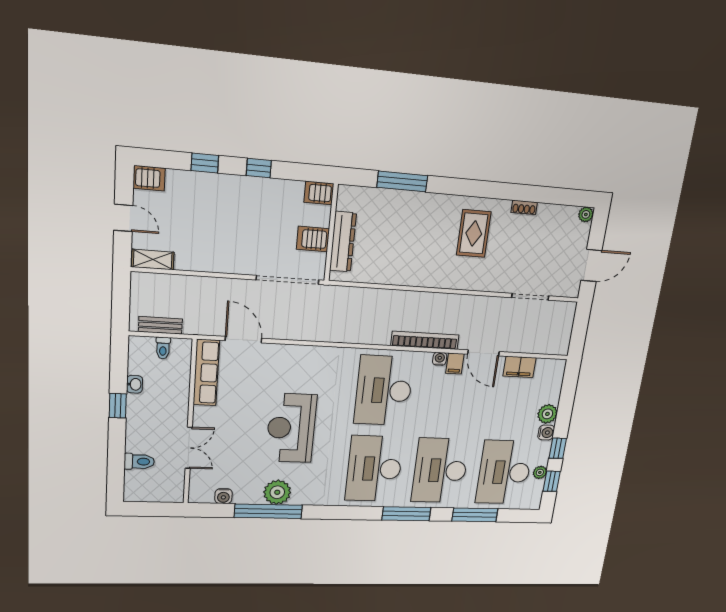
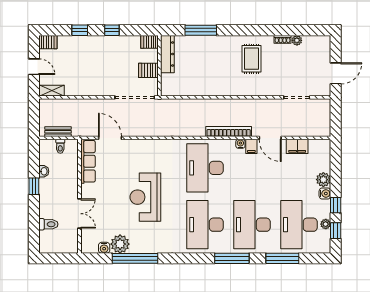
plant: (586, 214) -> (297, 40), moved
dresser: (343, 242) -> (167, 54), moved
plant: (277, 492) -> (120, 244), moved

